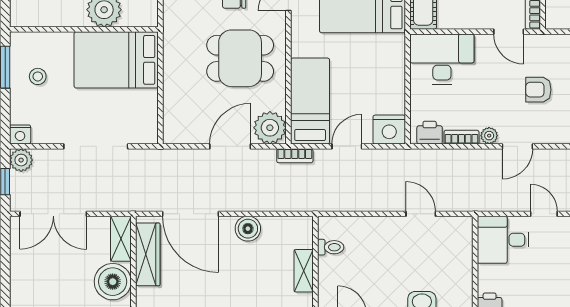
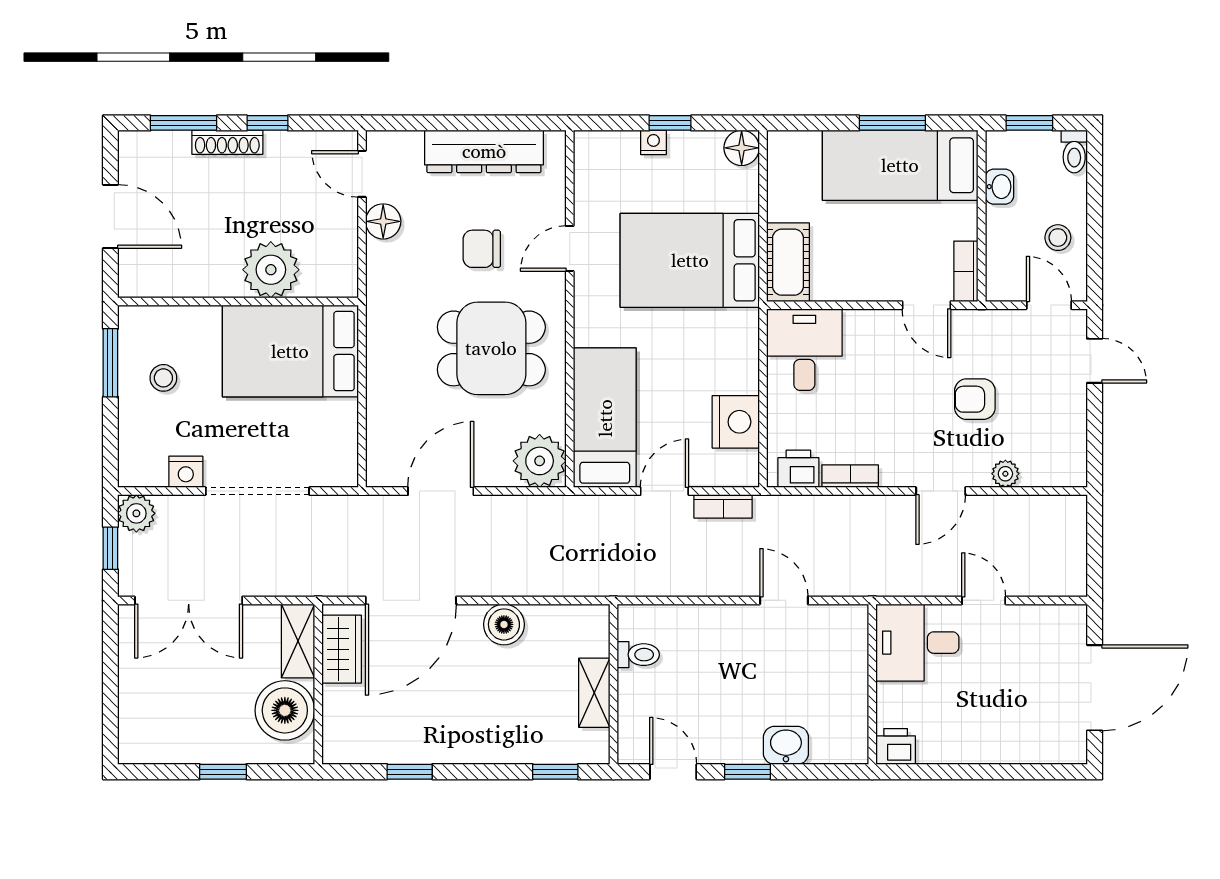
desk: (442, 59) -> (804, 350), width x0.73
nightstand: (389, 130) -> (736, 422), moved, turned -90
nightstand: (20, 134) -> (186, 472), moved
plant: (489, 136) -> (1005, 474), moved
door: (230, 146) -> (441, 491), moved
bookcase: (295, 156) -> (723, 506), moved
door: (190, 214) -> (411, 600), hinge flipped
wardrobe: (148, 254) -> (342, 649), width x0.67

